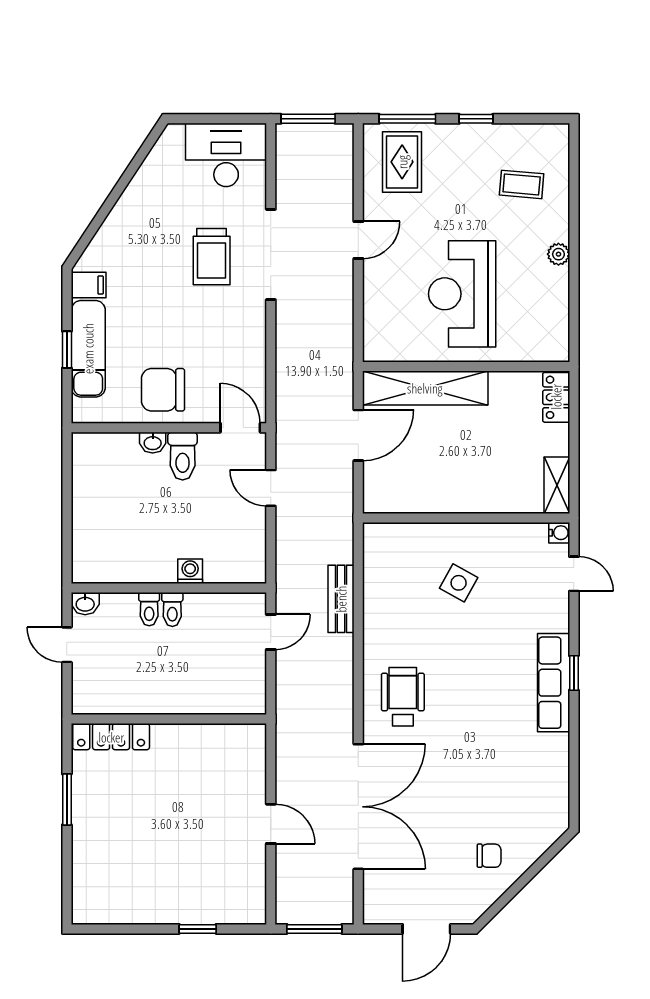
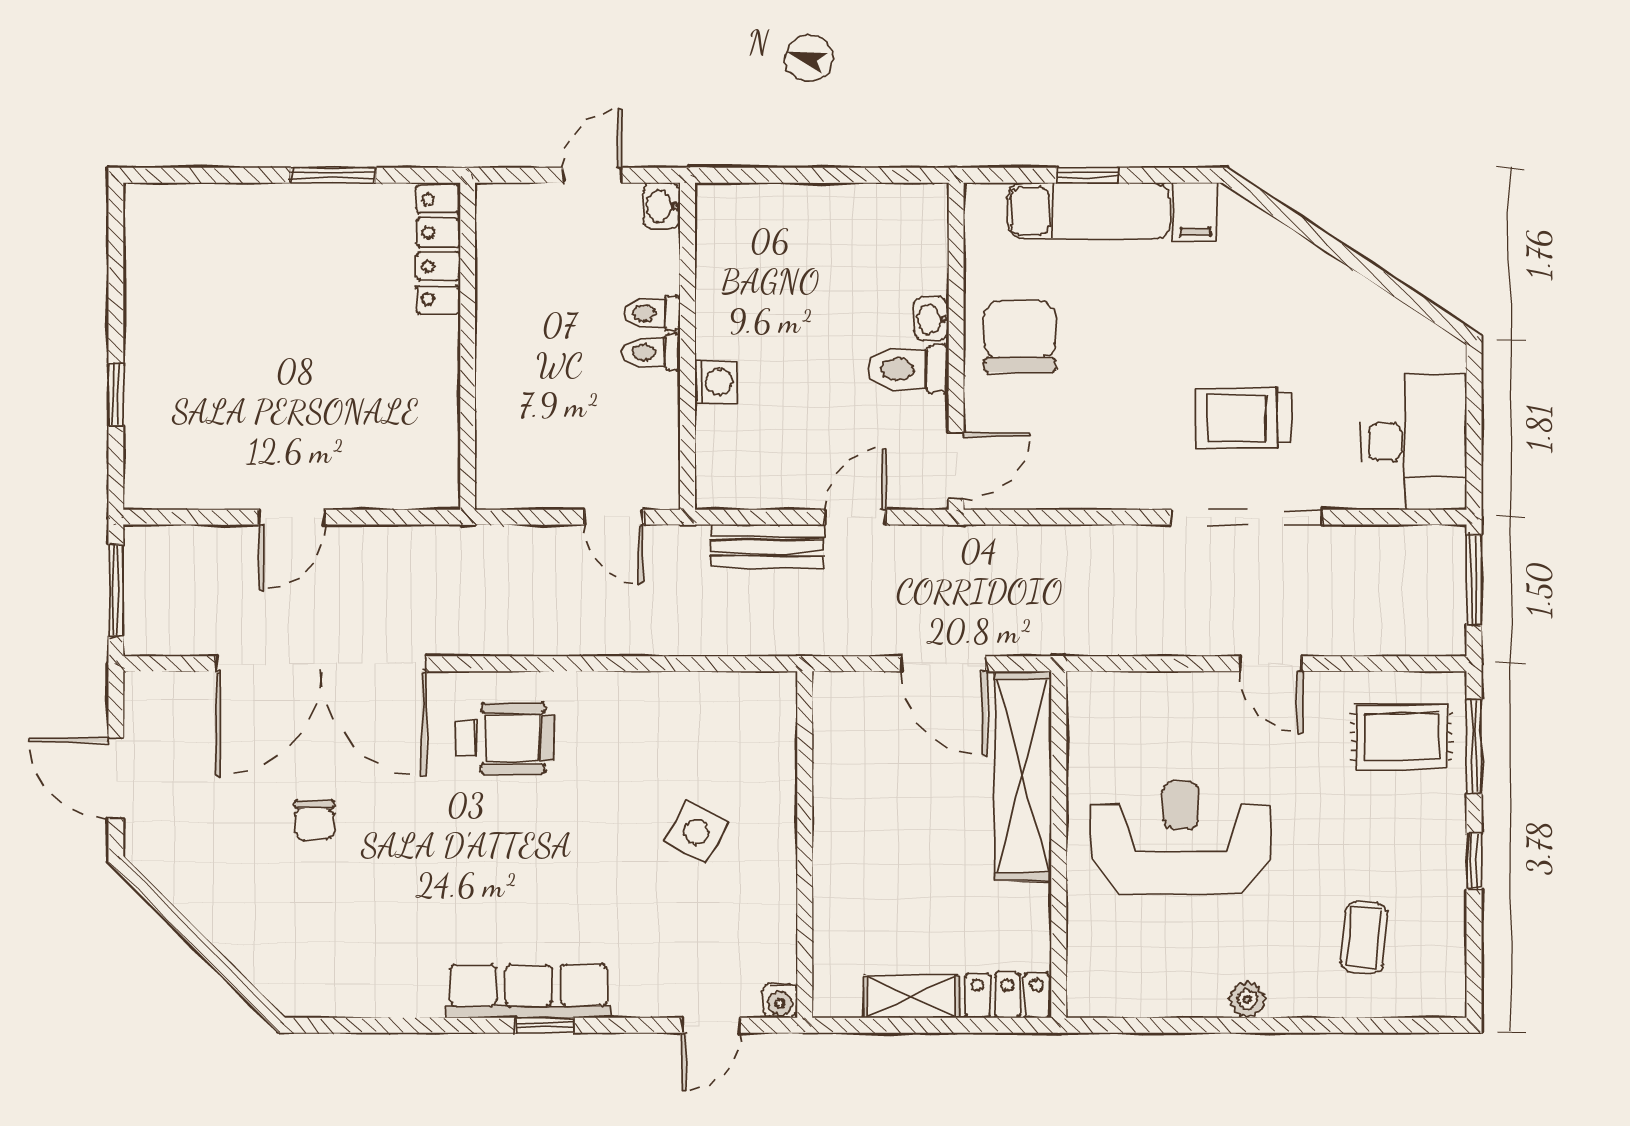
shelving: (557, 485) -> (911, 997), moved
bench: (341, 599) -> (767, 546), moved
chair: (489, 856) -> (315, 820), moved

